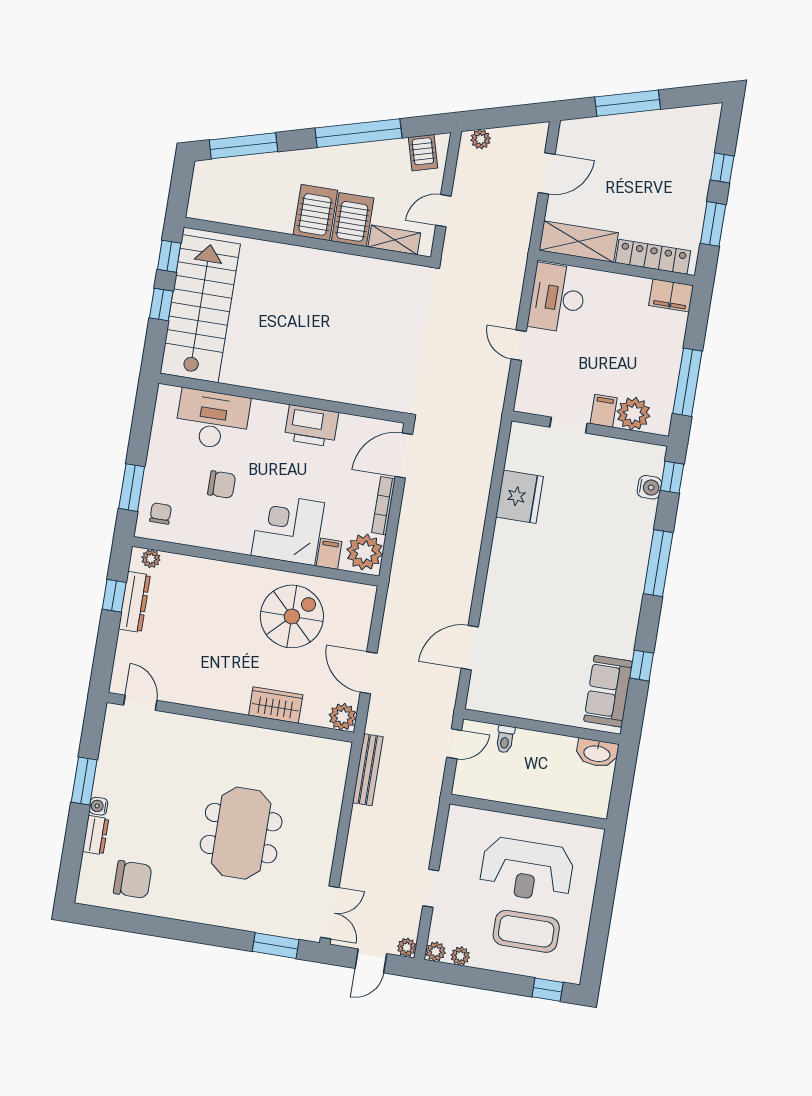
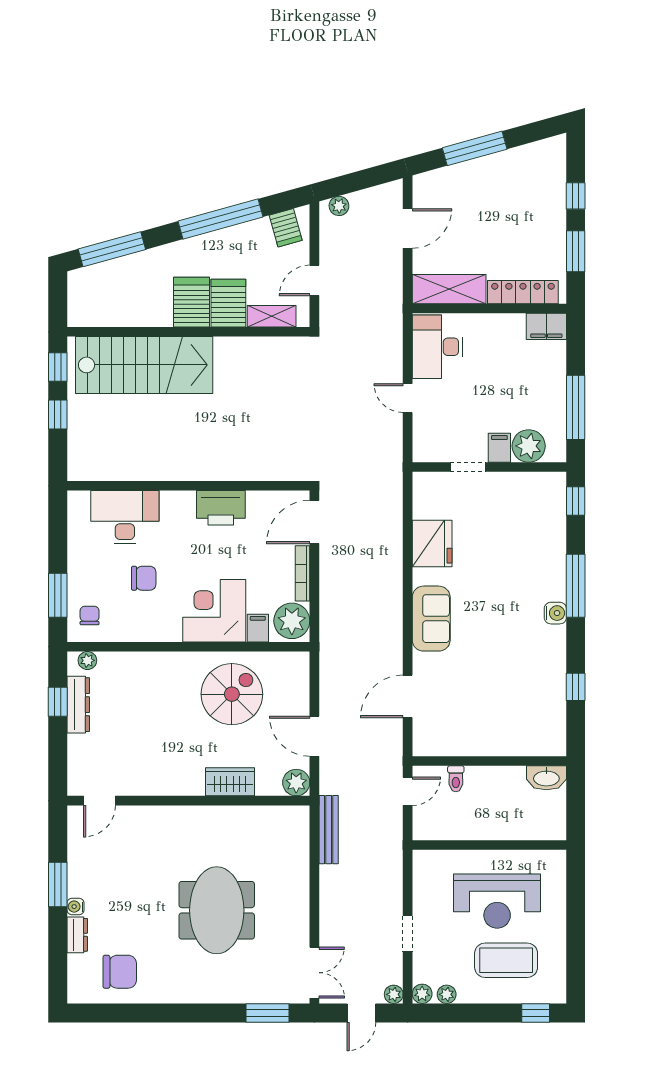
stairs: (200, 309) -> (144, 365), moved, turned 90
water cooler: (649, 487) -> (555, 613), moved
sofa: (608, 691) -> (431, 619), moved, turned 180
door: (140, 703) -> (99, 801), swing flipped

